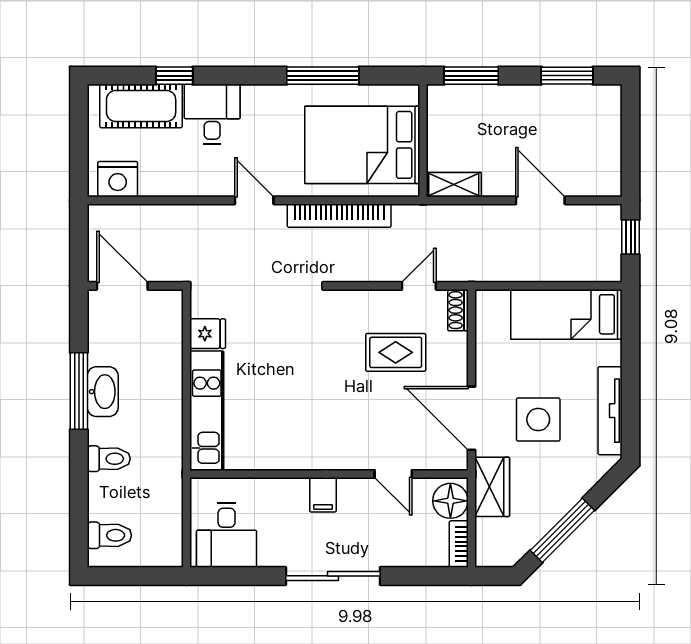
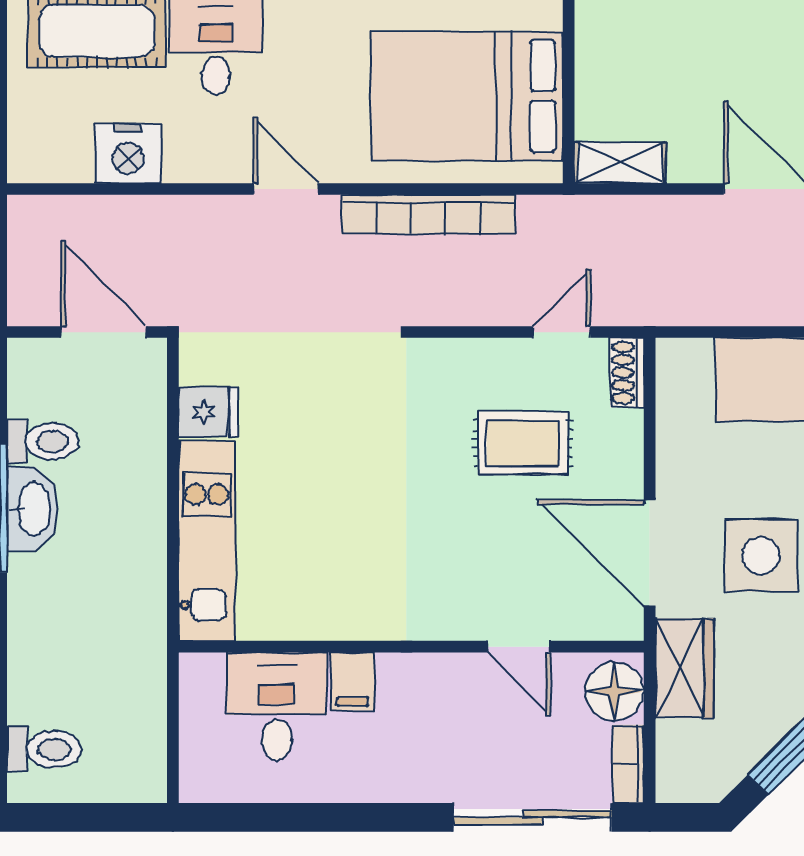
nightstand: (118, 179) -> (128, 154), moved
door: (122, 286) -> (104, 332), moved
toilet: (109, 459) -> (43, 441), moved
filing cabinet: (323, 495) -> (353, 681), moved
desk: (227, 535) -> (277, 706), moved, turned 180
sliding door: (333, 576) -> (532, 817), moved

